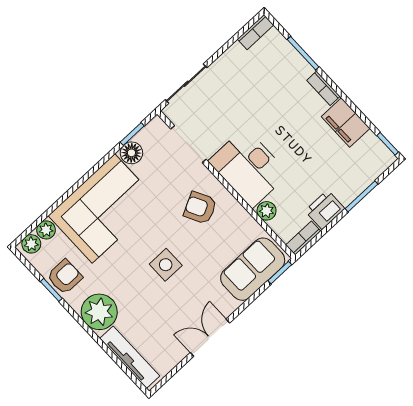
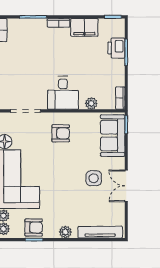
desk: (249, 168) -> (63, 93), width x0.73
armchair: (200, 208) -> (61, 133), turned -153
printer: (325, 210) -> (116, 48), moved
side table: (166, 265) -> (94, 178), moved
armchair: (65, 277) -> (34, 227), turned 90
plant: (99, 312) -> (65, 232), width x0.53, depth x0.53

